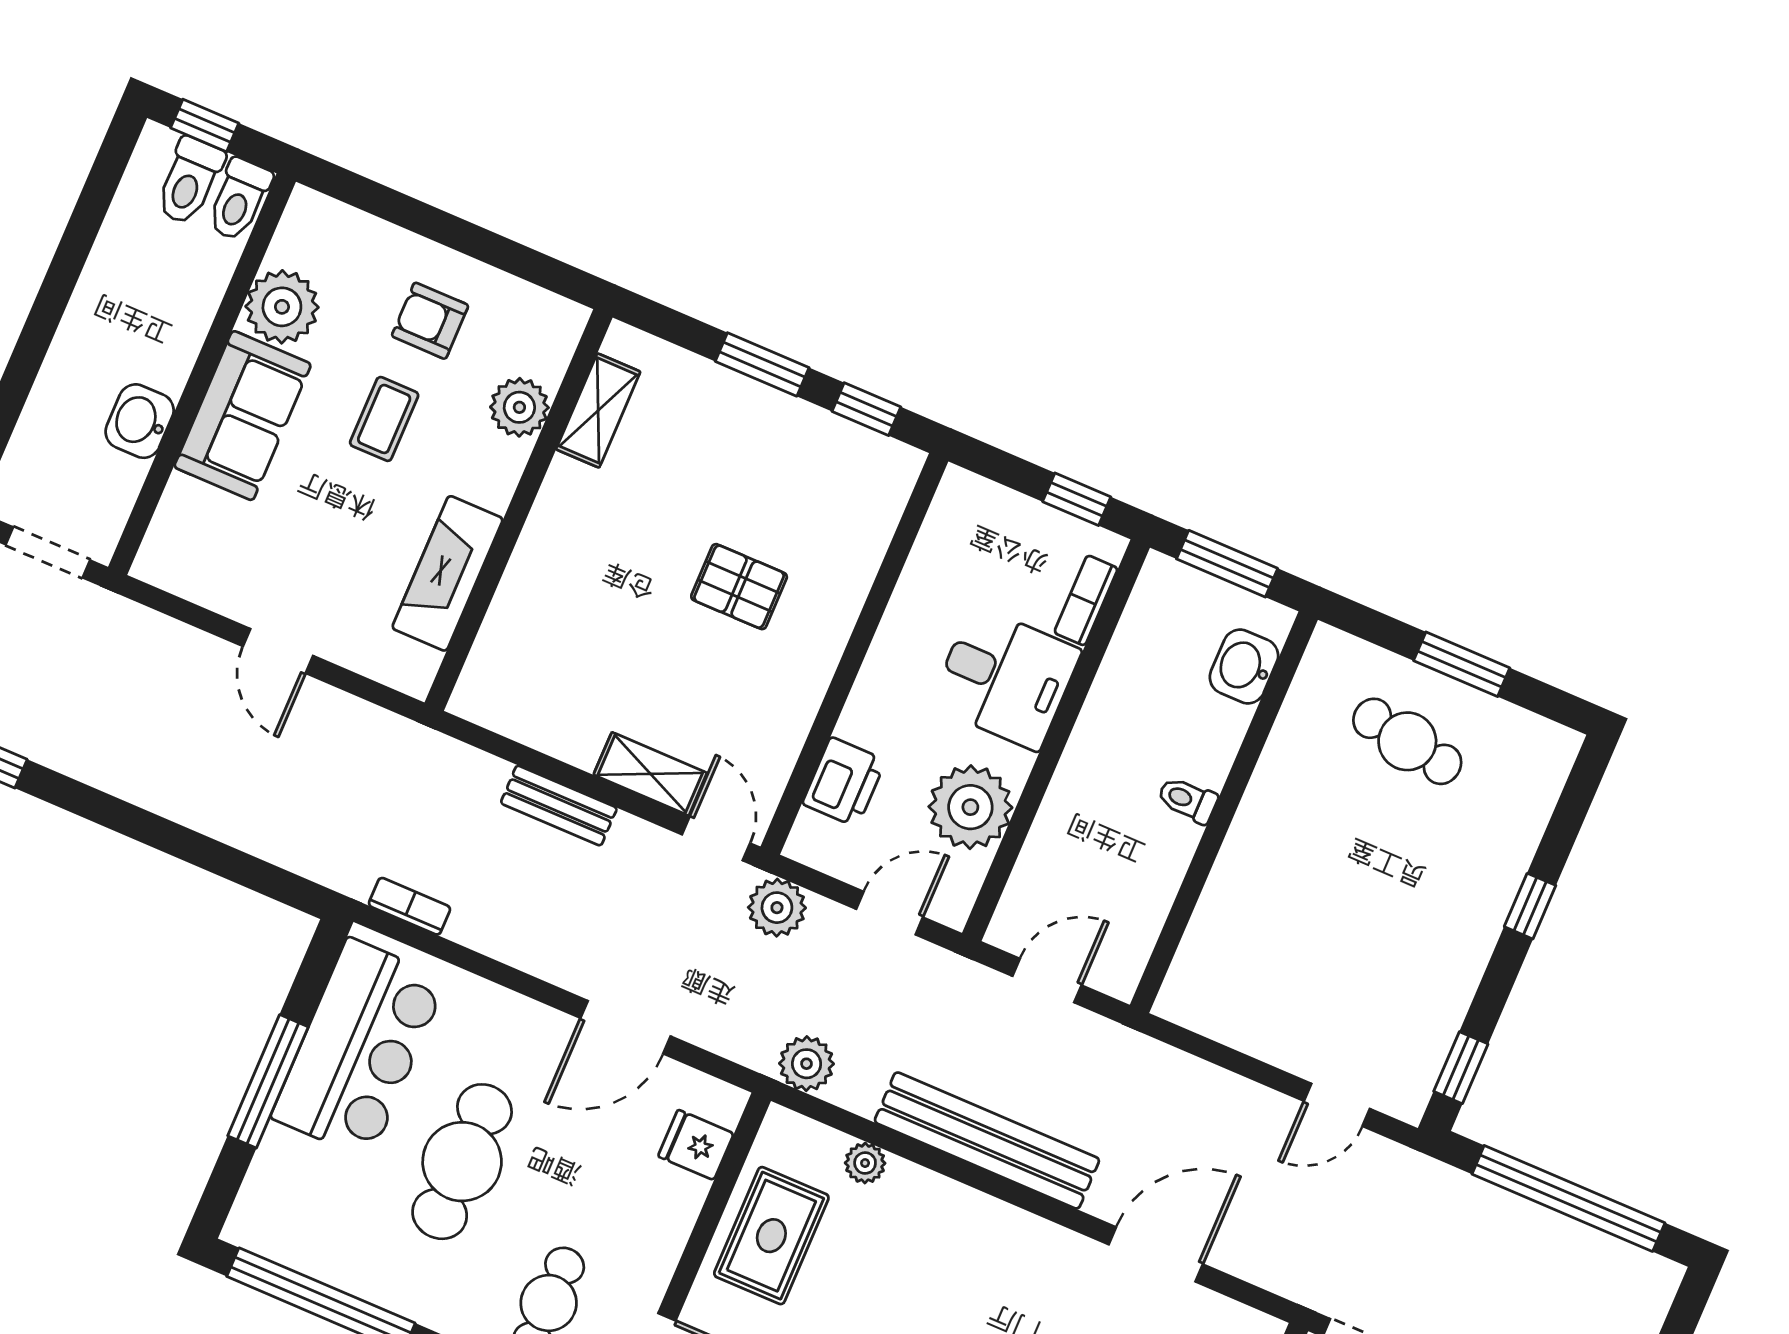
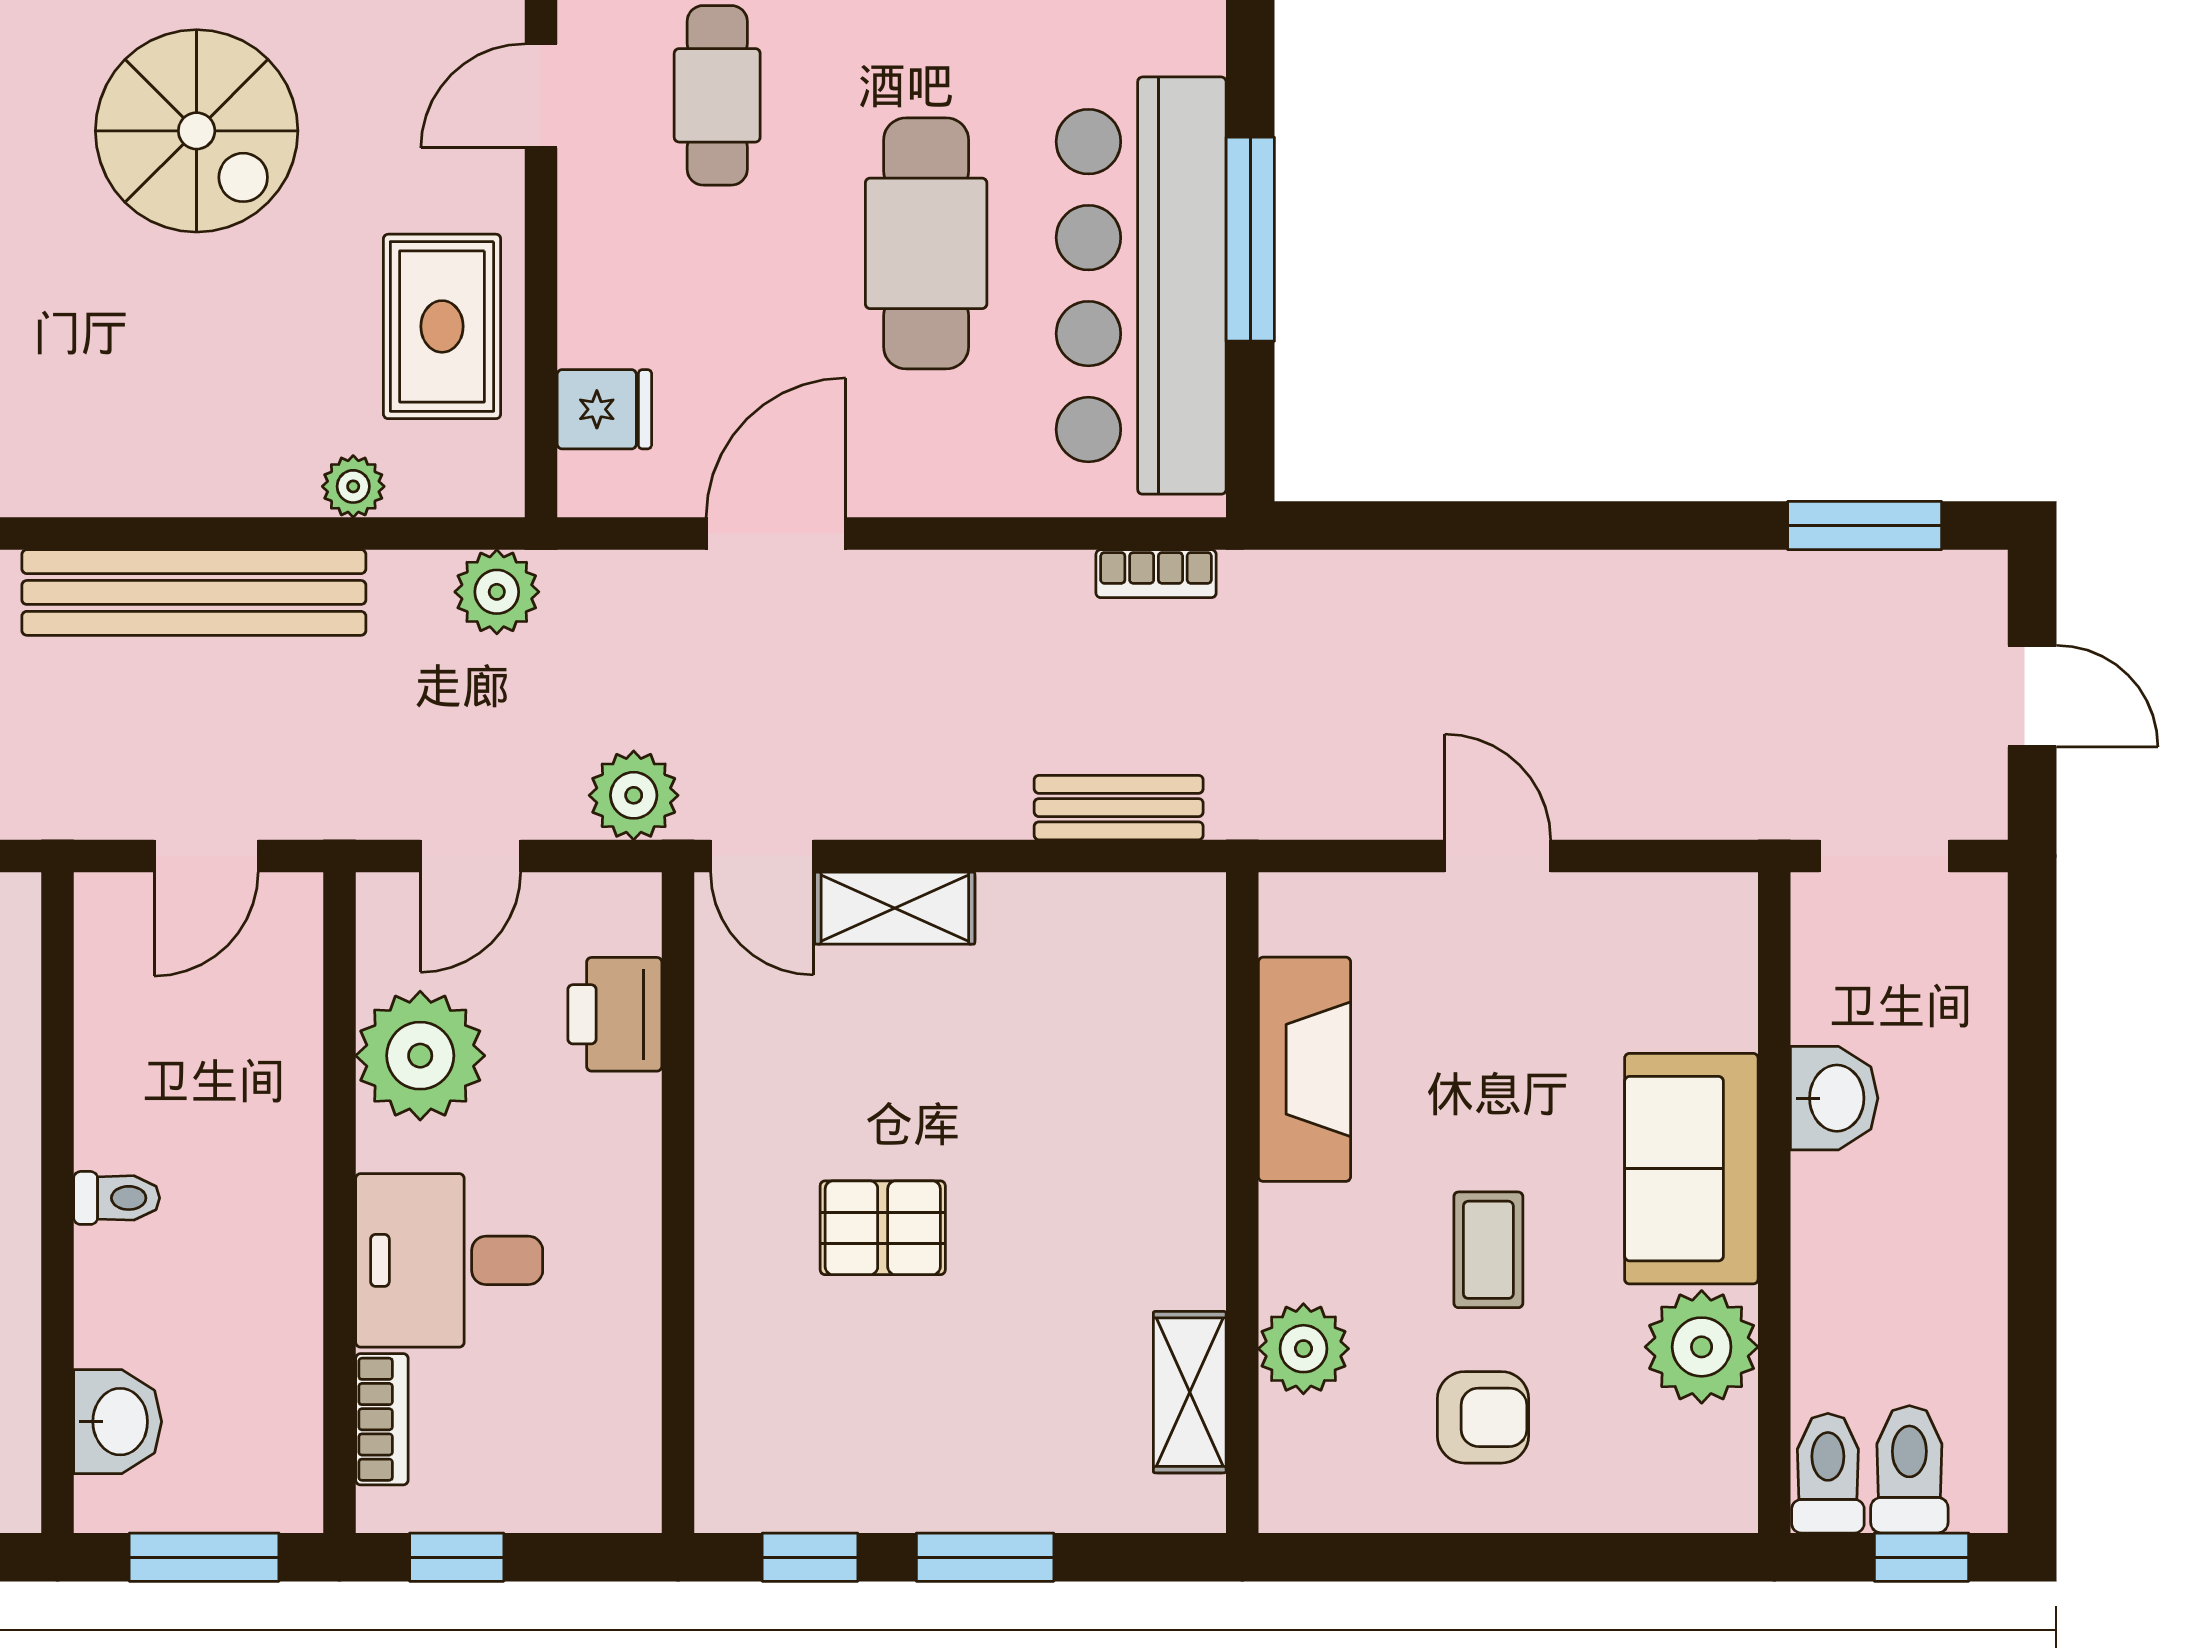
bench: (559, 806) -> (1119, 808), moved
bar counter: (359, 1048) -> (1141, 286), width x1.36

